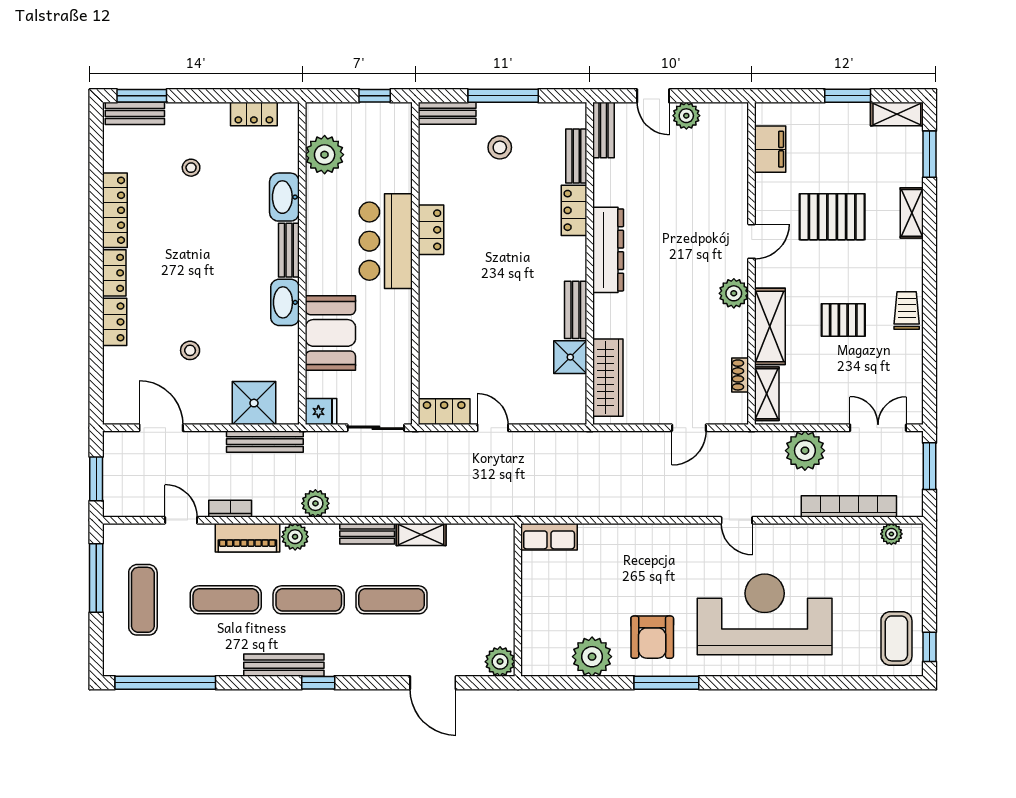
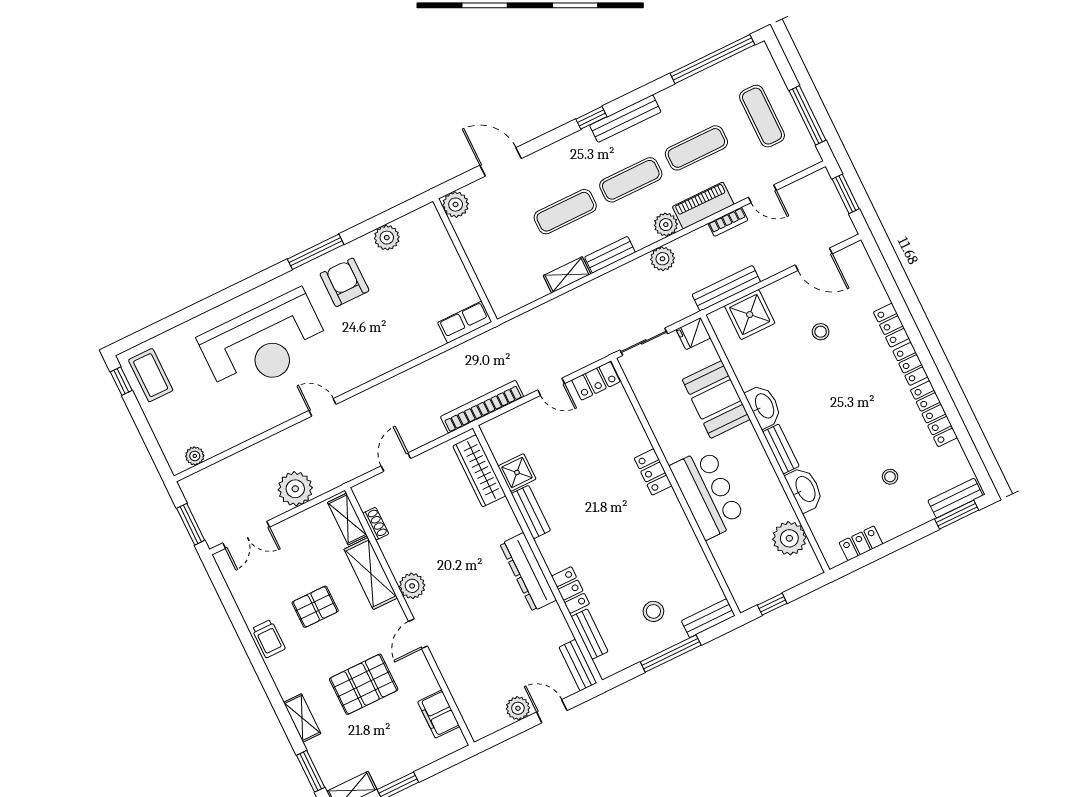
locker: (431, 230) -> (653, 472), moved
bookcase: (849, 506) -> (482, 407), moved, turned 180
plant: (592, 657) -> (387, 238), width x0.73, depth x0.73

